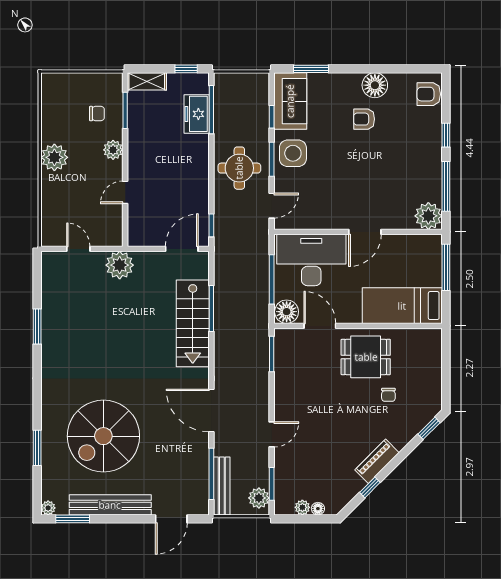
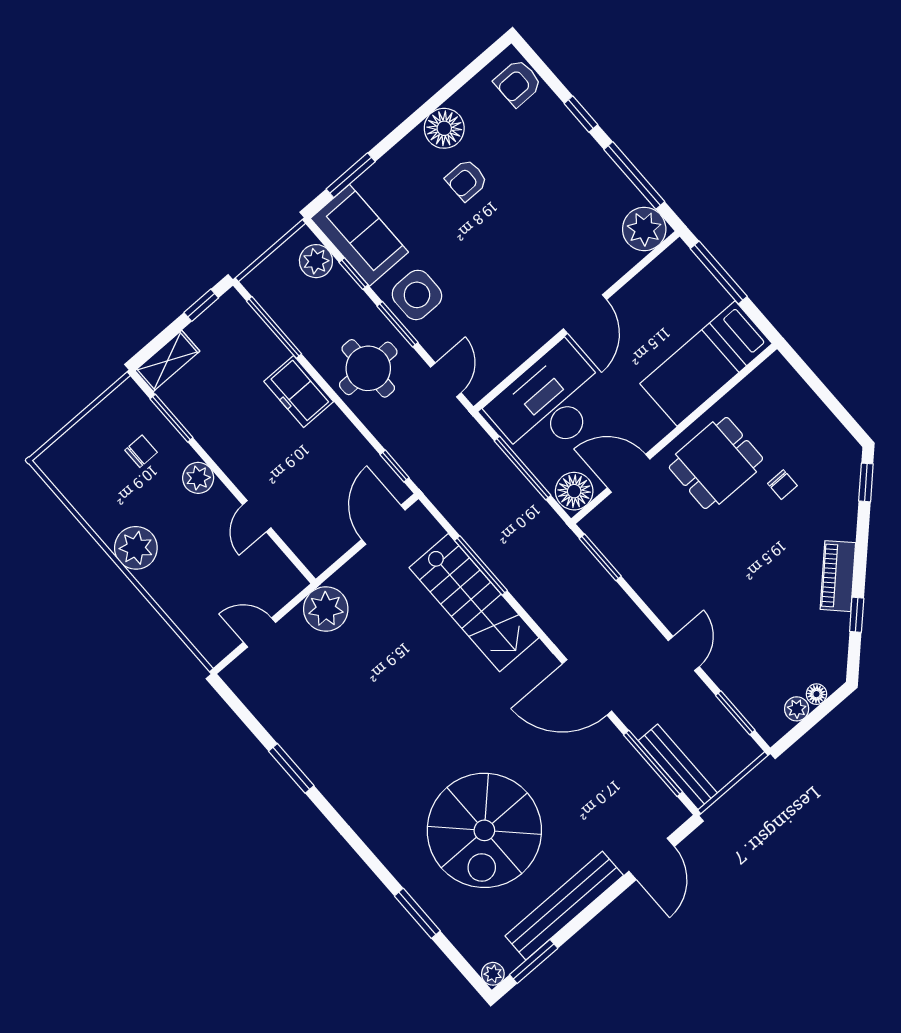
freezer: (197, 114) -> (299, 391), moved
plant: (259, 498) -> (316, 261), moved

